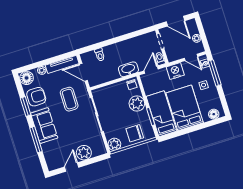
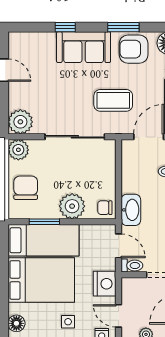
door: (191, 57) -> (119, 316), hinge flipped
armchair: (36, 97) -> (134, 49), turned 90
window: (36, 140) -> (65, 27), width x0.46
plant: (84, 153) -> (20, 122), moved

